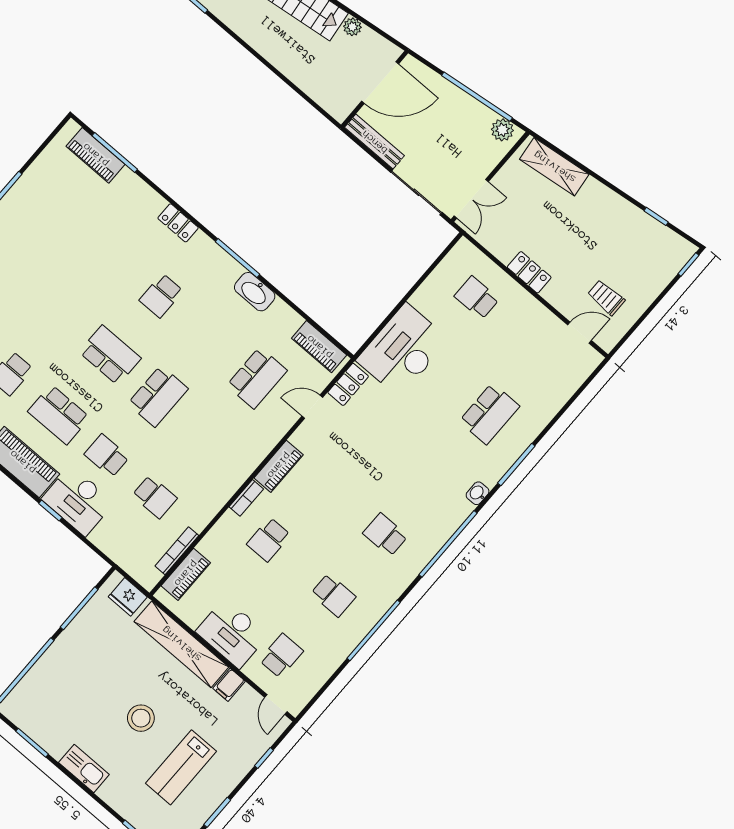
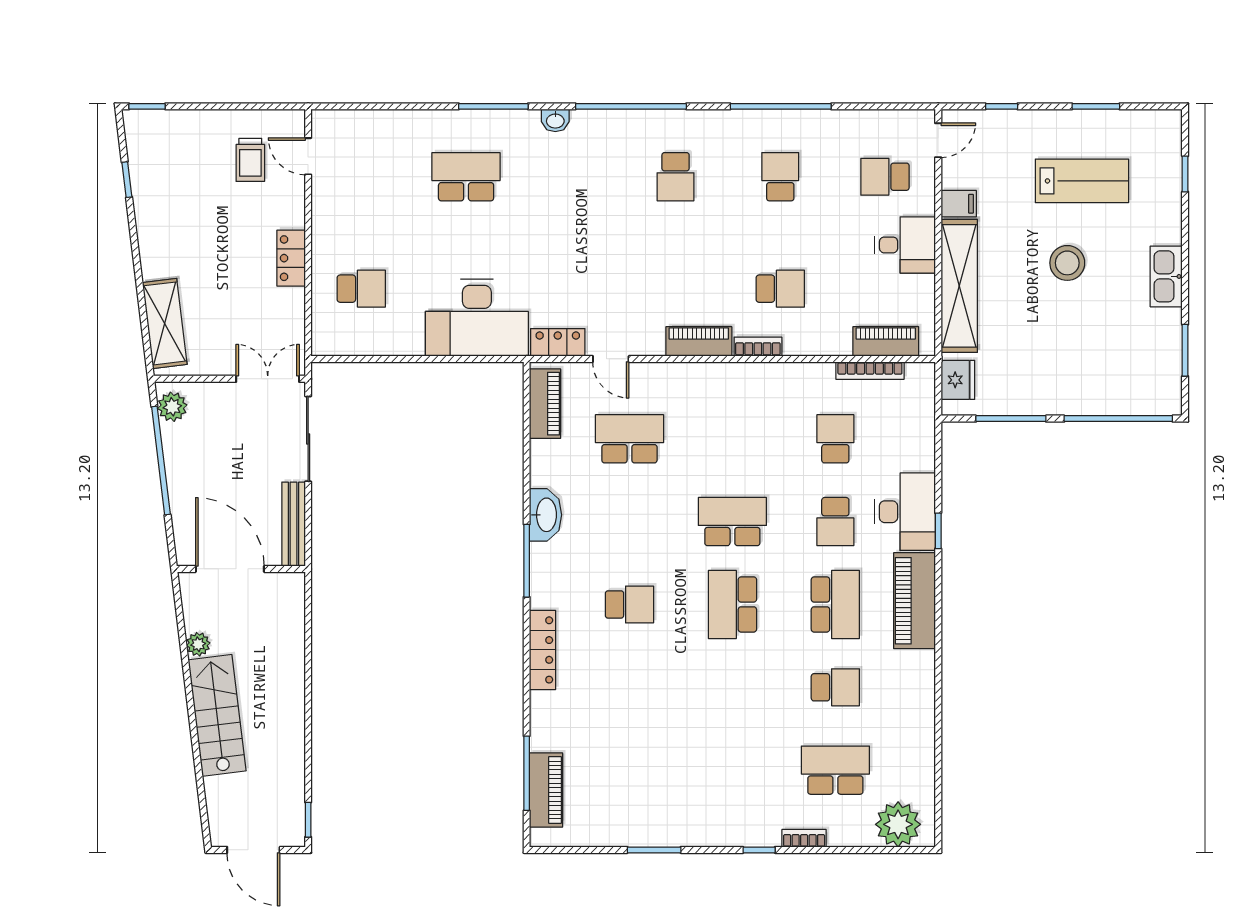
locker: (178, 223) -> (543, 650), width x1.53
school desk: (477, 298) -> (361, 289), turned -90
desk: (232, 633) -> (905, 245), width x0.73

